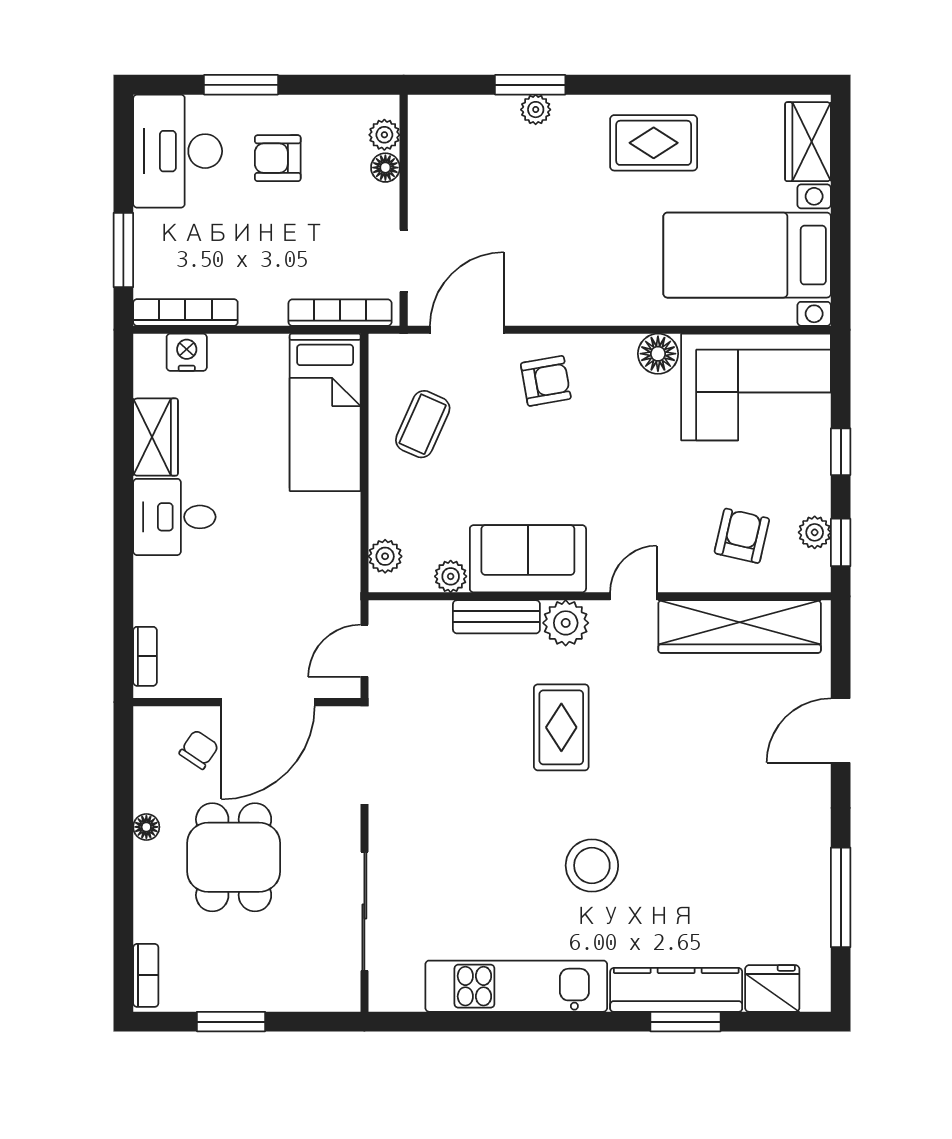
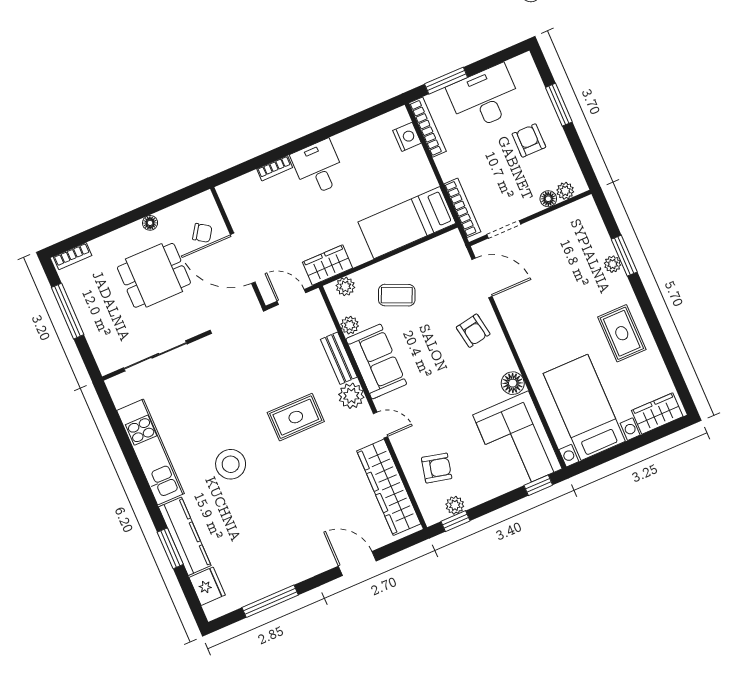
desk: (178, 151) -> (484, 98), moved
coffee table: (423, 424) -> (397, 295), moved
wardrobe: (156, 437) -> (327, 265), moved, turned 180
window: (841, 452) -> (538, 485), moved
bookcase: (145, 656) -> (275, 168), moved
window: (231, 1022) -> (68, 311), width x1.44

